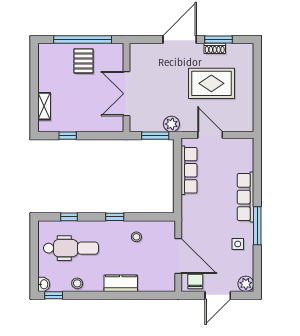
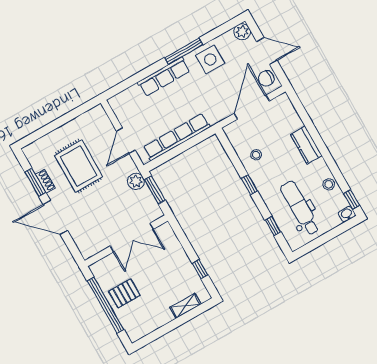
row of seats: (189, 170) -> (177, 137), width x1.36
side table: (238, 244) -> (210, 59), width x1.87, depth x1.87

